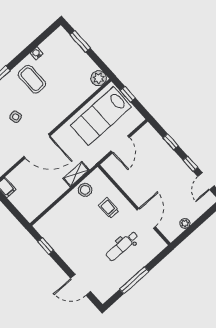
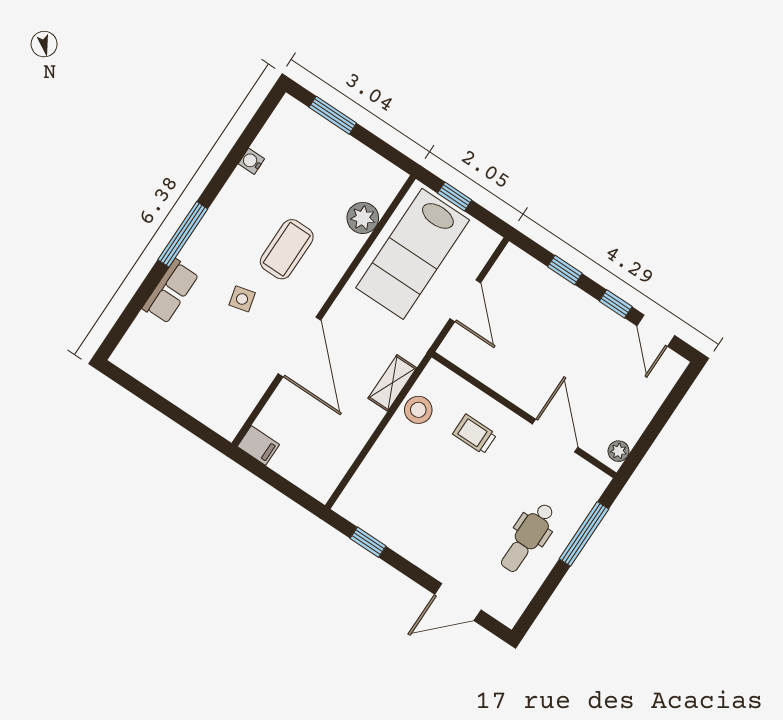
plant: (99, 78) -> (363, 218), moved
coffee table: (32, 79) -> (287, 249), moved, turned 90
door: (37, 146) -> (300, 347), hinge flipped
plant: (185, 223) -> (619, 451), moved
dental chair: (122, 246) -> (528, 538), moved
window: (134, 280) -> (584, 534), moved

